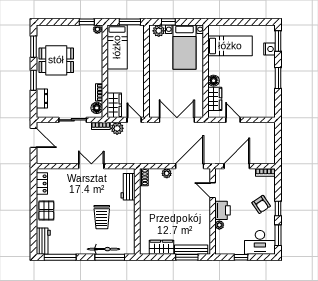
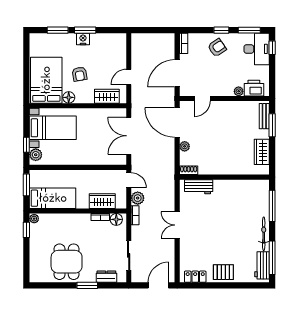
window: (278, 41) -> (58, 30), moved
bed: (230, 46) -> (46, 80), width x1.50
window: (34, 47) -> (52, 285), removed
nightstand: (270, 49) -> (83, 39), moved
armchair: (236, 73) -> (80, 74), added
floor lamp: (214, 81) -> (69, 97), moved
wardrobe: (114, 105) -> (102, 201), moved
sliding door: (73, 120) -> (129, 255), moved
door: (134, 120) -> (129, 180), swing flipped
door: (34, 138) -> (158, 285), moved
door: (237, 166) -> (177, 73), hinge flipped
printer: (223, 210) -> (254, 88), moved
trolley: (102, 217) -> (230, 214), removed
workbench: (43, 241) -> (262, 265), moved, turned -90
bicycle: (104, 249) -> (264, 234), moved
bench: (191, 250) -> (264, 116), width x0.73
window: (241, 257) -> (272, 48), moved

